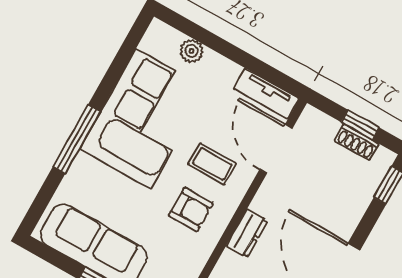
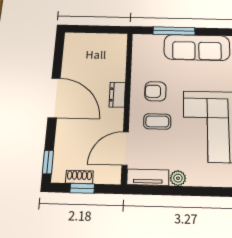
plant: (192, 51) -> (178, 178), moved
door: (276, 149) -> (125, 148), swing flipped

